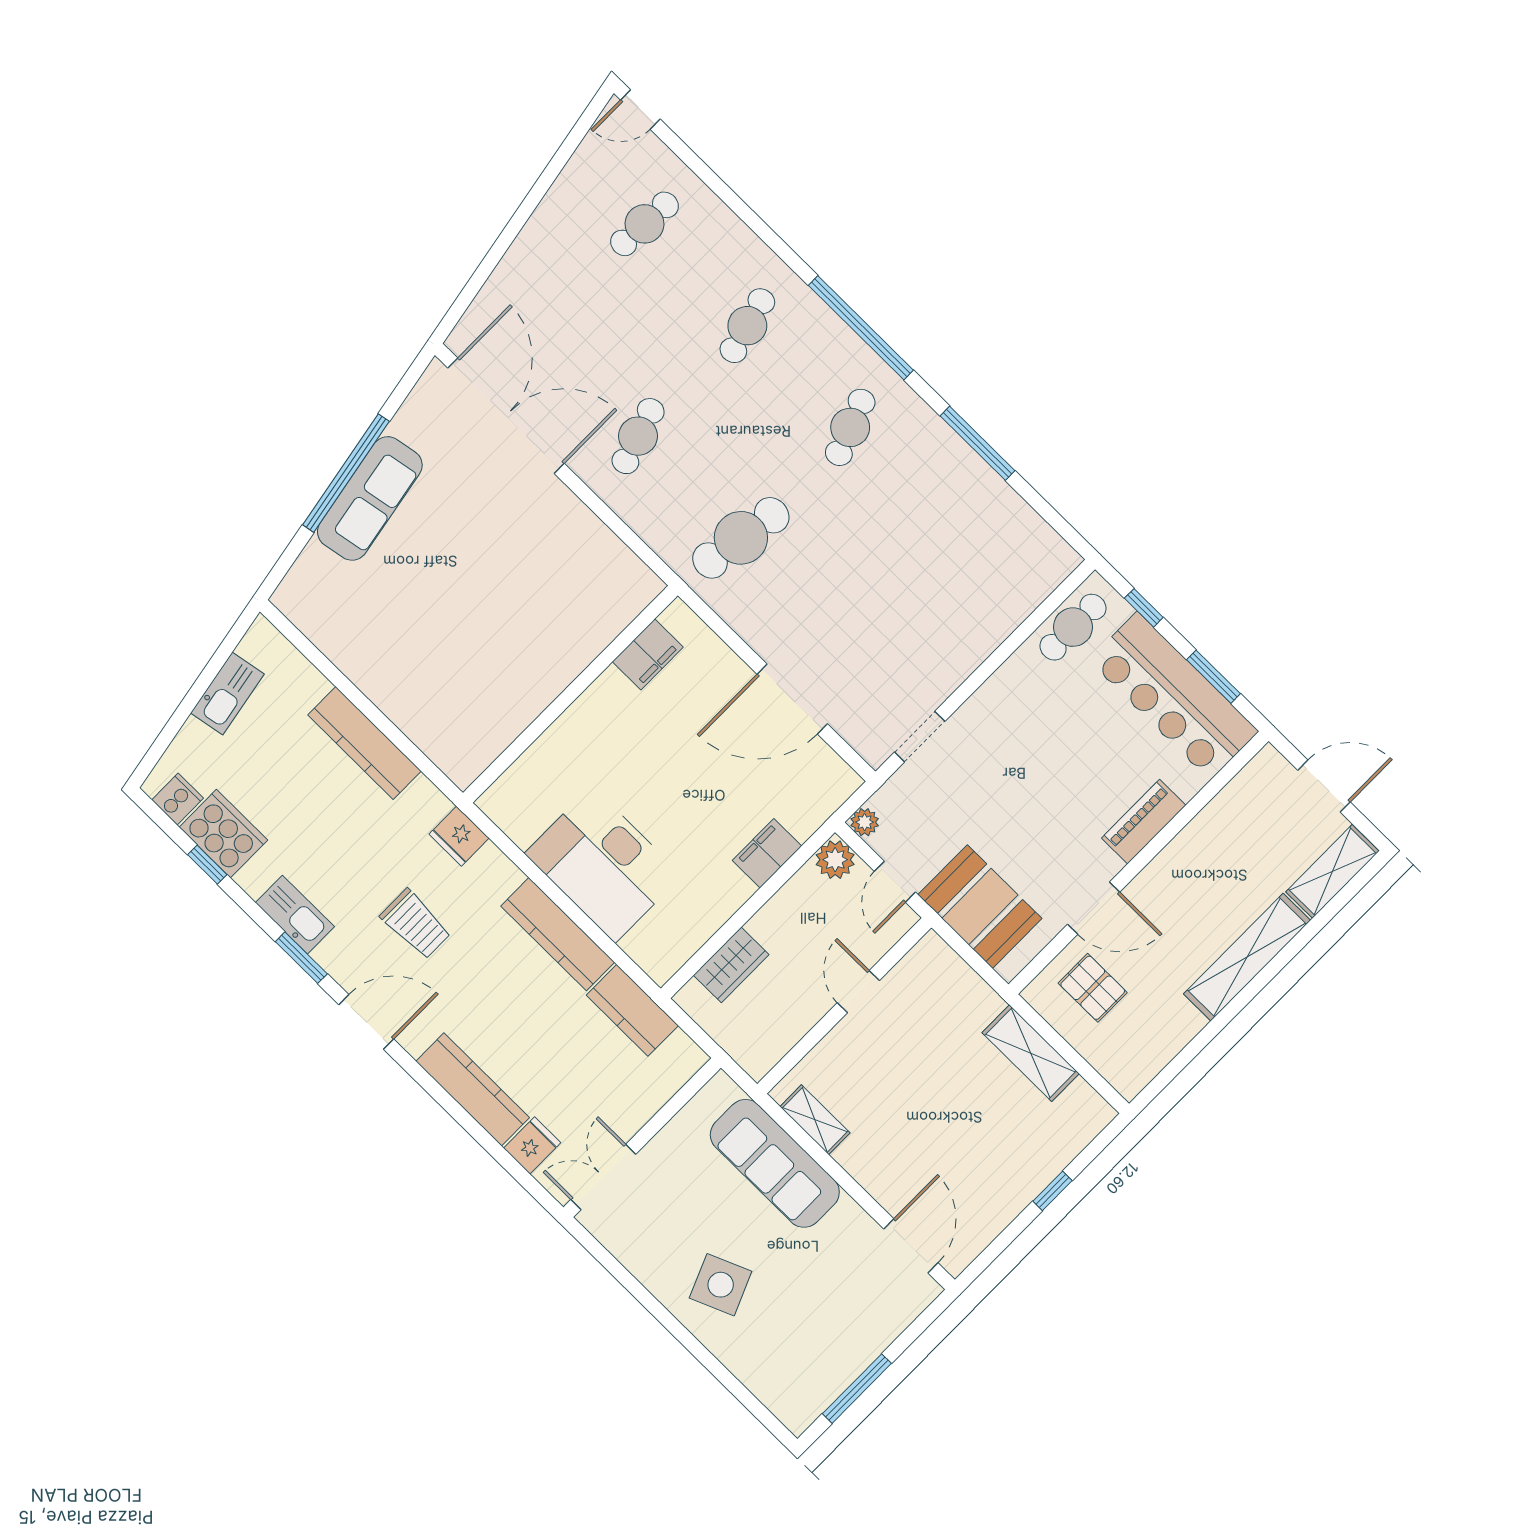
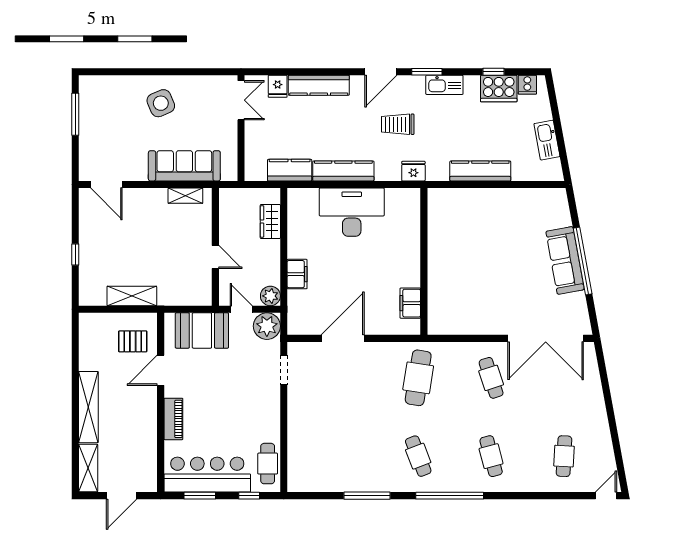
plant: (865, 822) -> (267, 326), width x1.87, depth x1.87

